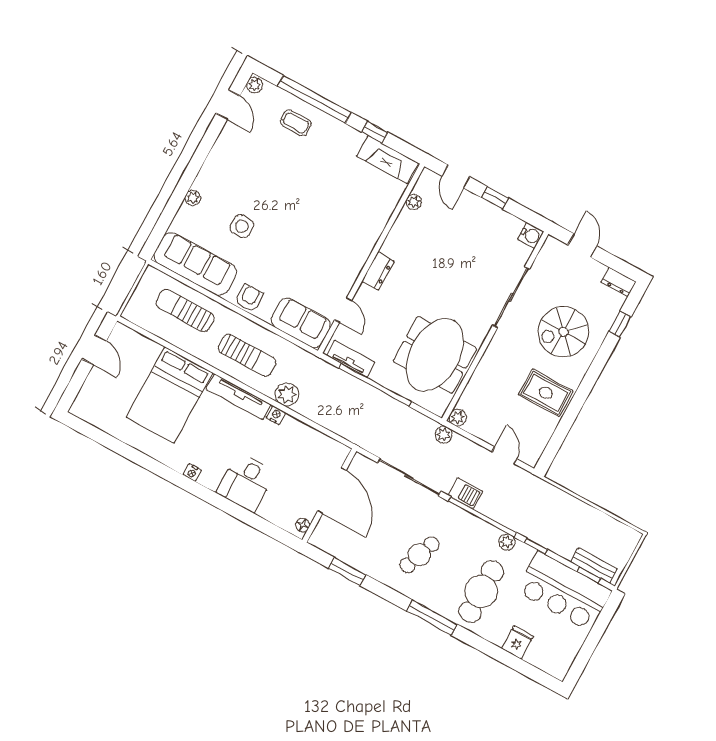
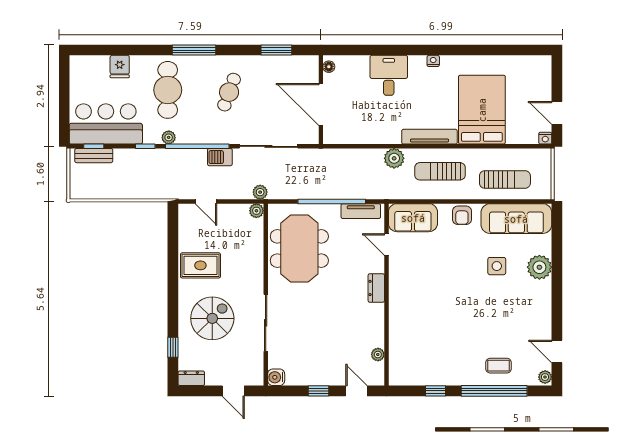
fireplace: (387, 160) -> (415, 376), removed
plant: (193, 198) -> (539, 267), width x1.88, depth x1.88
nightstand: (276, 415) -> (545, 138), moved

